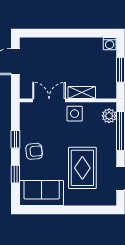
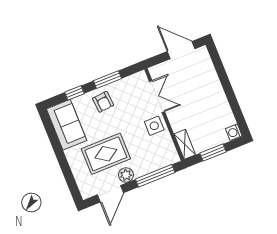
shelving: (82, 93) -> (185, 144), moved
plant: (109, 116) -> (126, 175), moved
window: (15, 139) -> (107, 80), width x1.50

